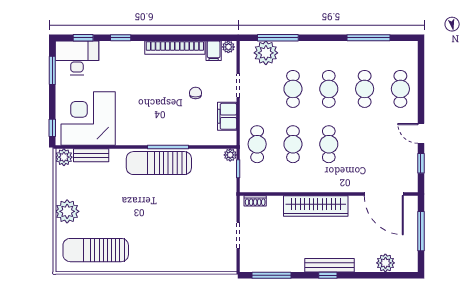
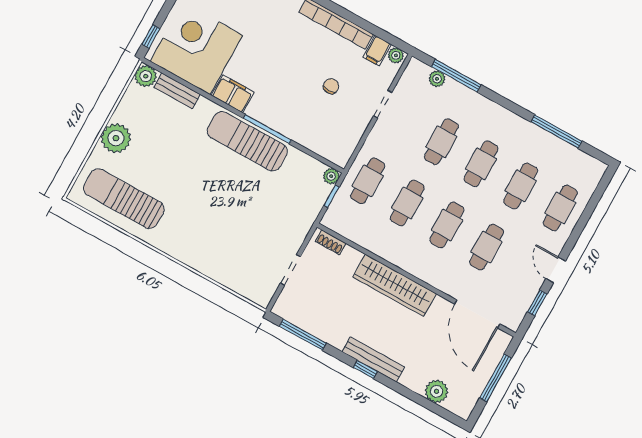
plant: (266, 53) -> (437, 79), width x0.53, depth x0.53
filing cabinet: (227, 116) -> (233, 94), moved, turned 90
cafe table: (365, 144) -> (487, 247), added

